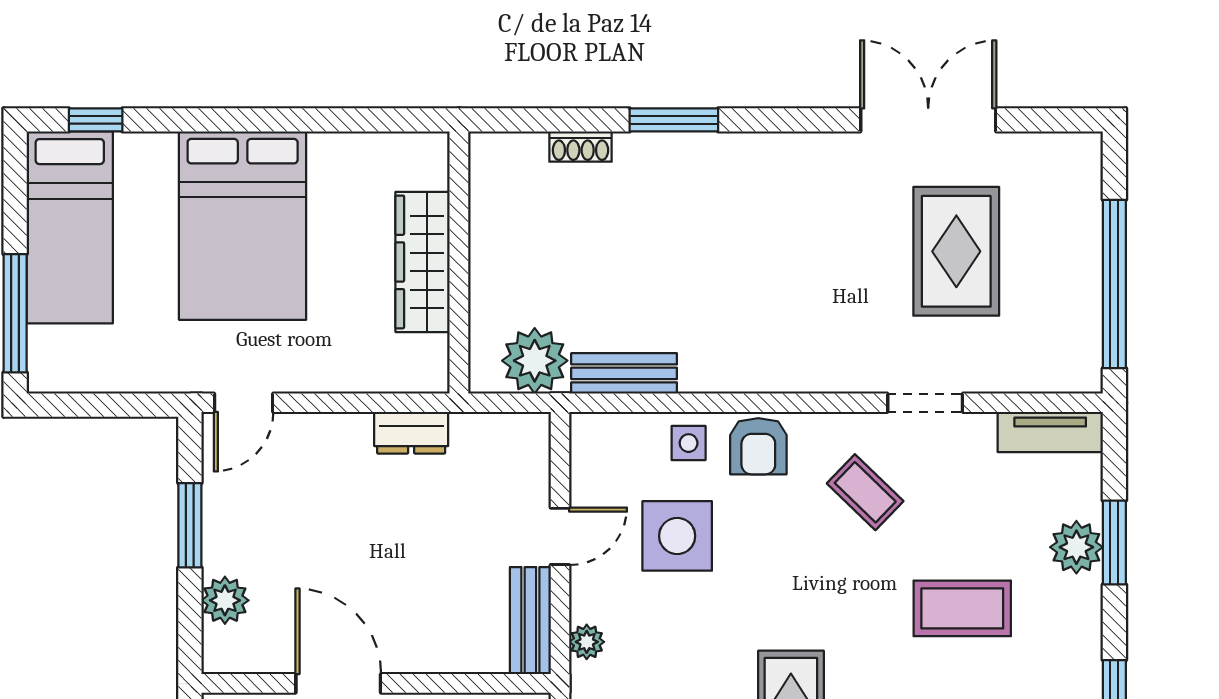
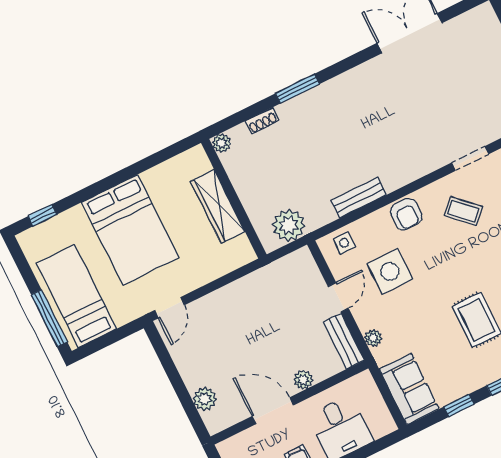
plant: (487, 150) -> (222, 143), added
bed: (70, 227) -> (77, 296), moved, turned 180
rug: (956, 251) -> (451, 85), removed
bench: (624, 373) -> (359, 198), moved
dresser: (411, 433) -> (250, 284), removed
side table: (689, 443) -> (344, 243), moved
window: (190, 525) -> (173, 373), removed
plant: (422, 655) -> (303, 380), added

